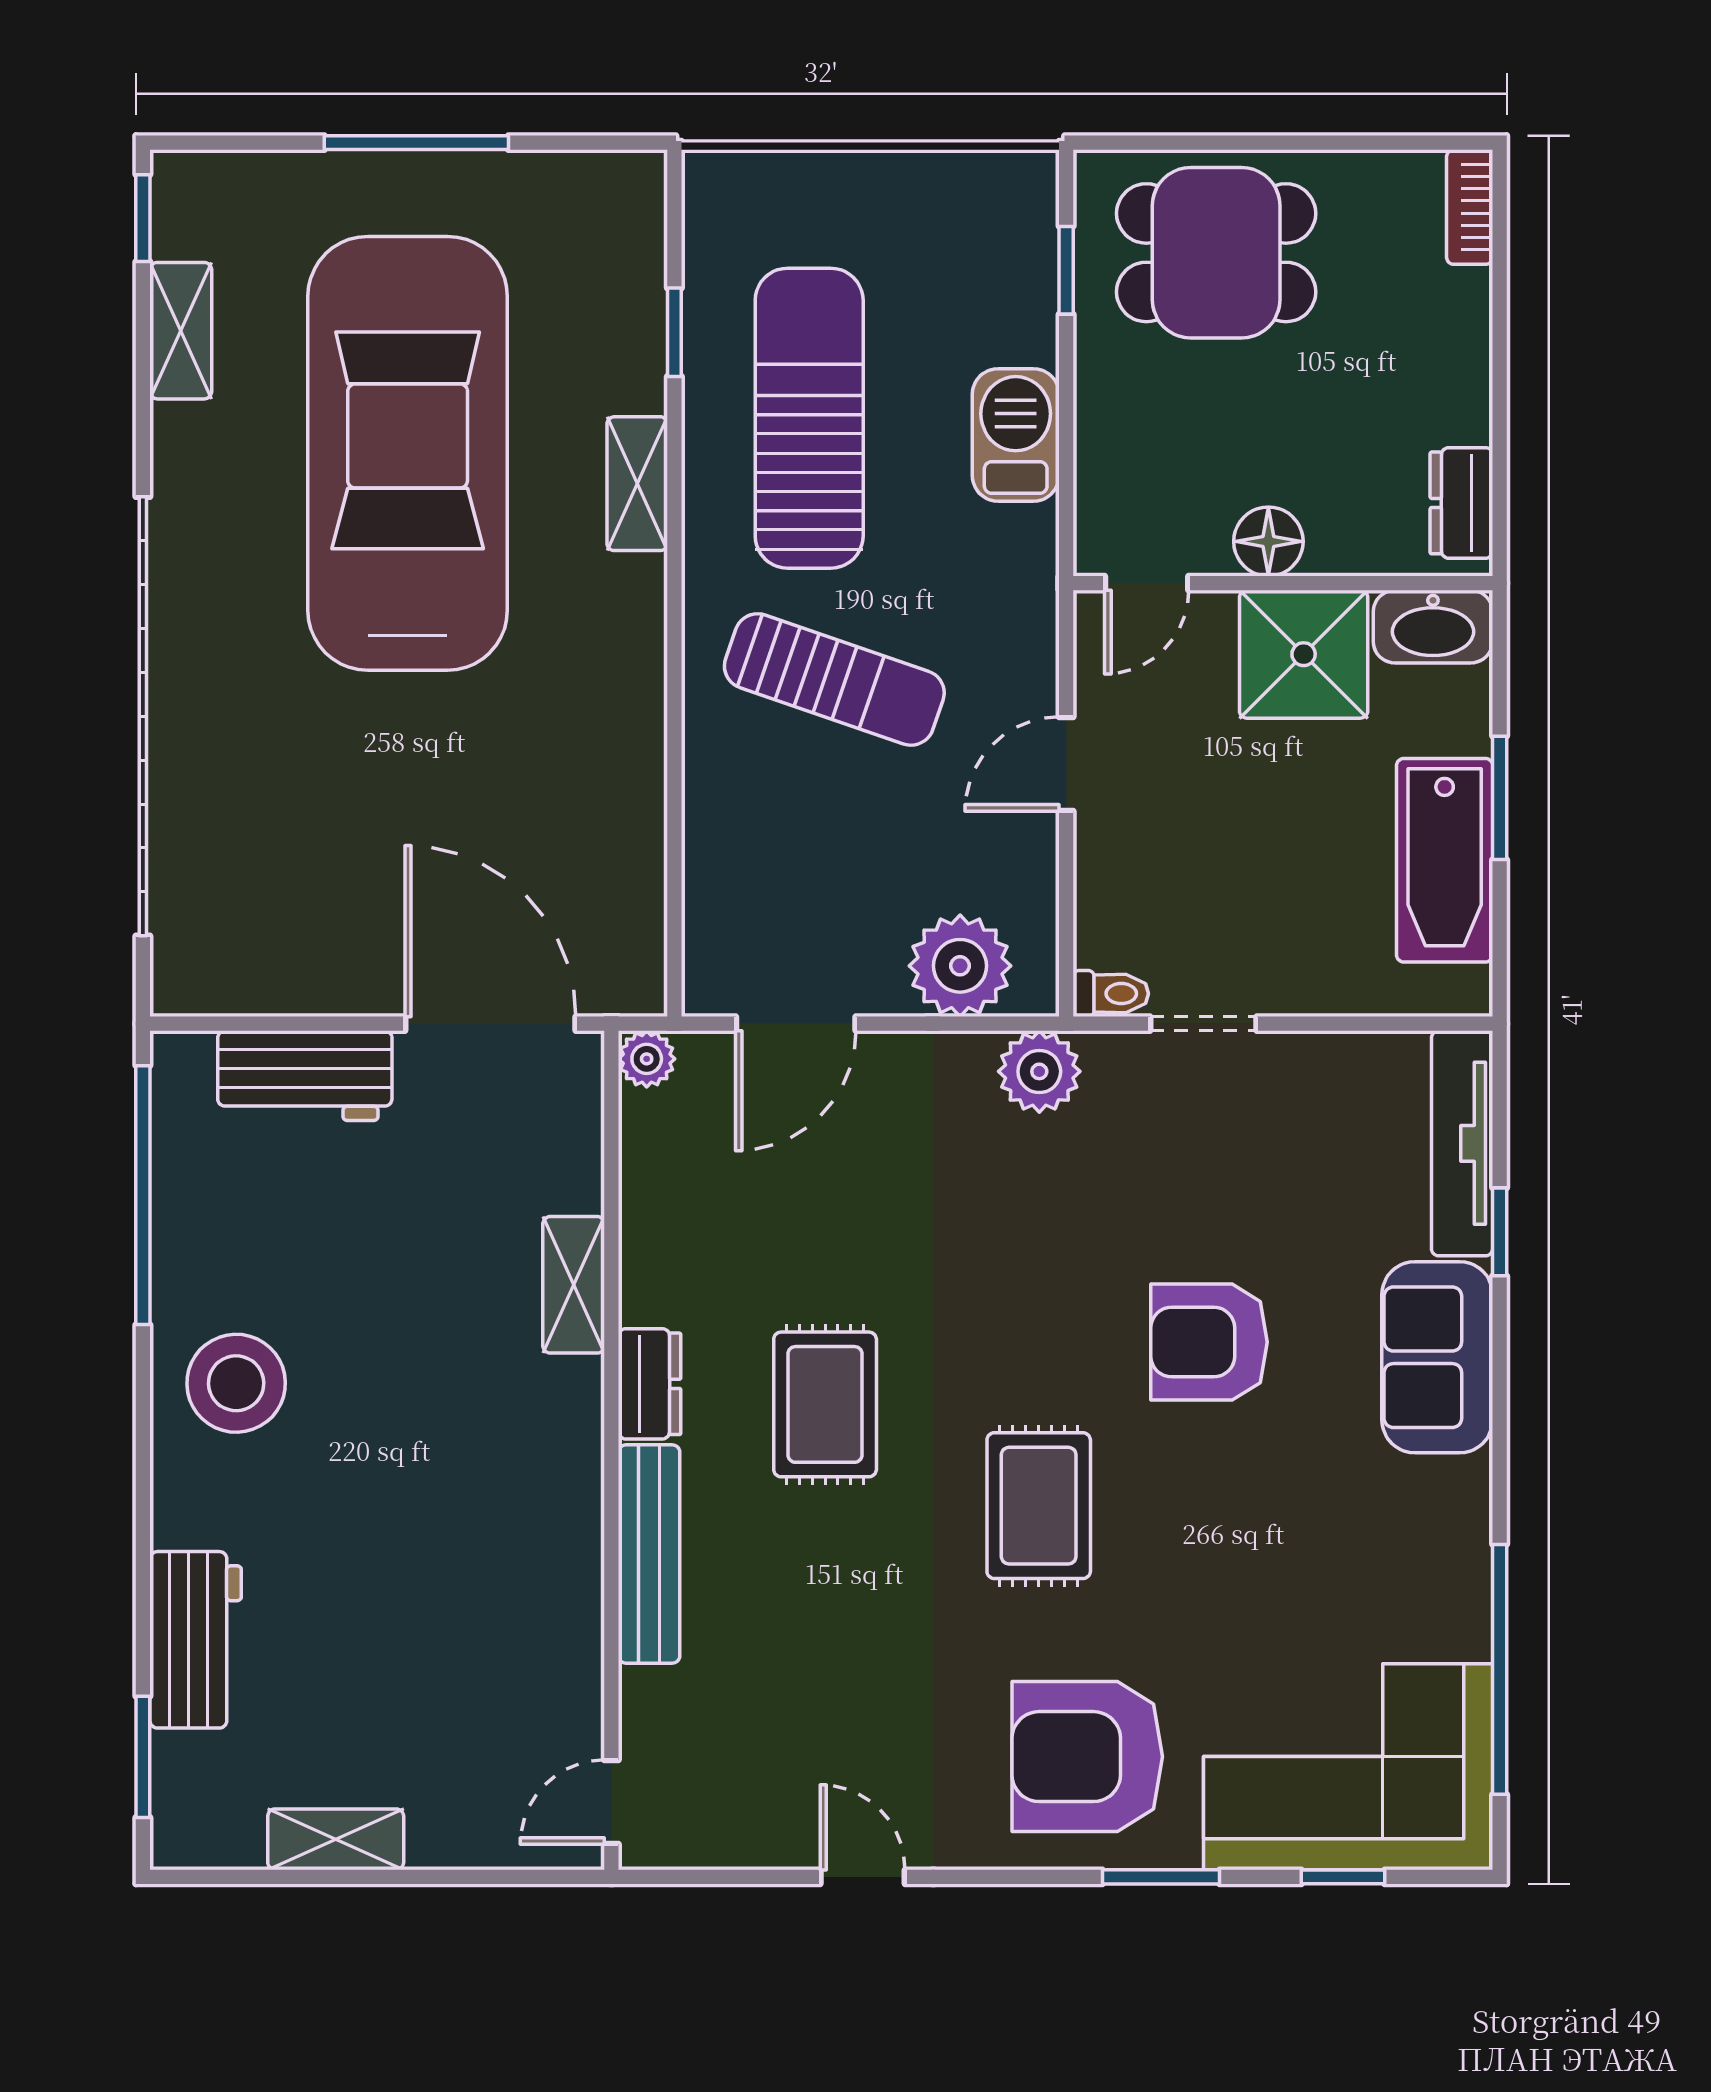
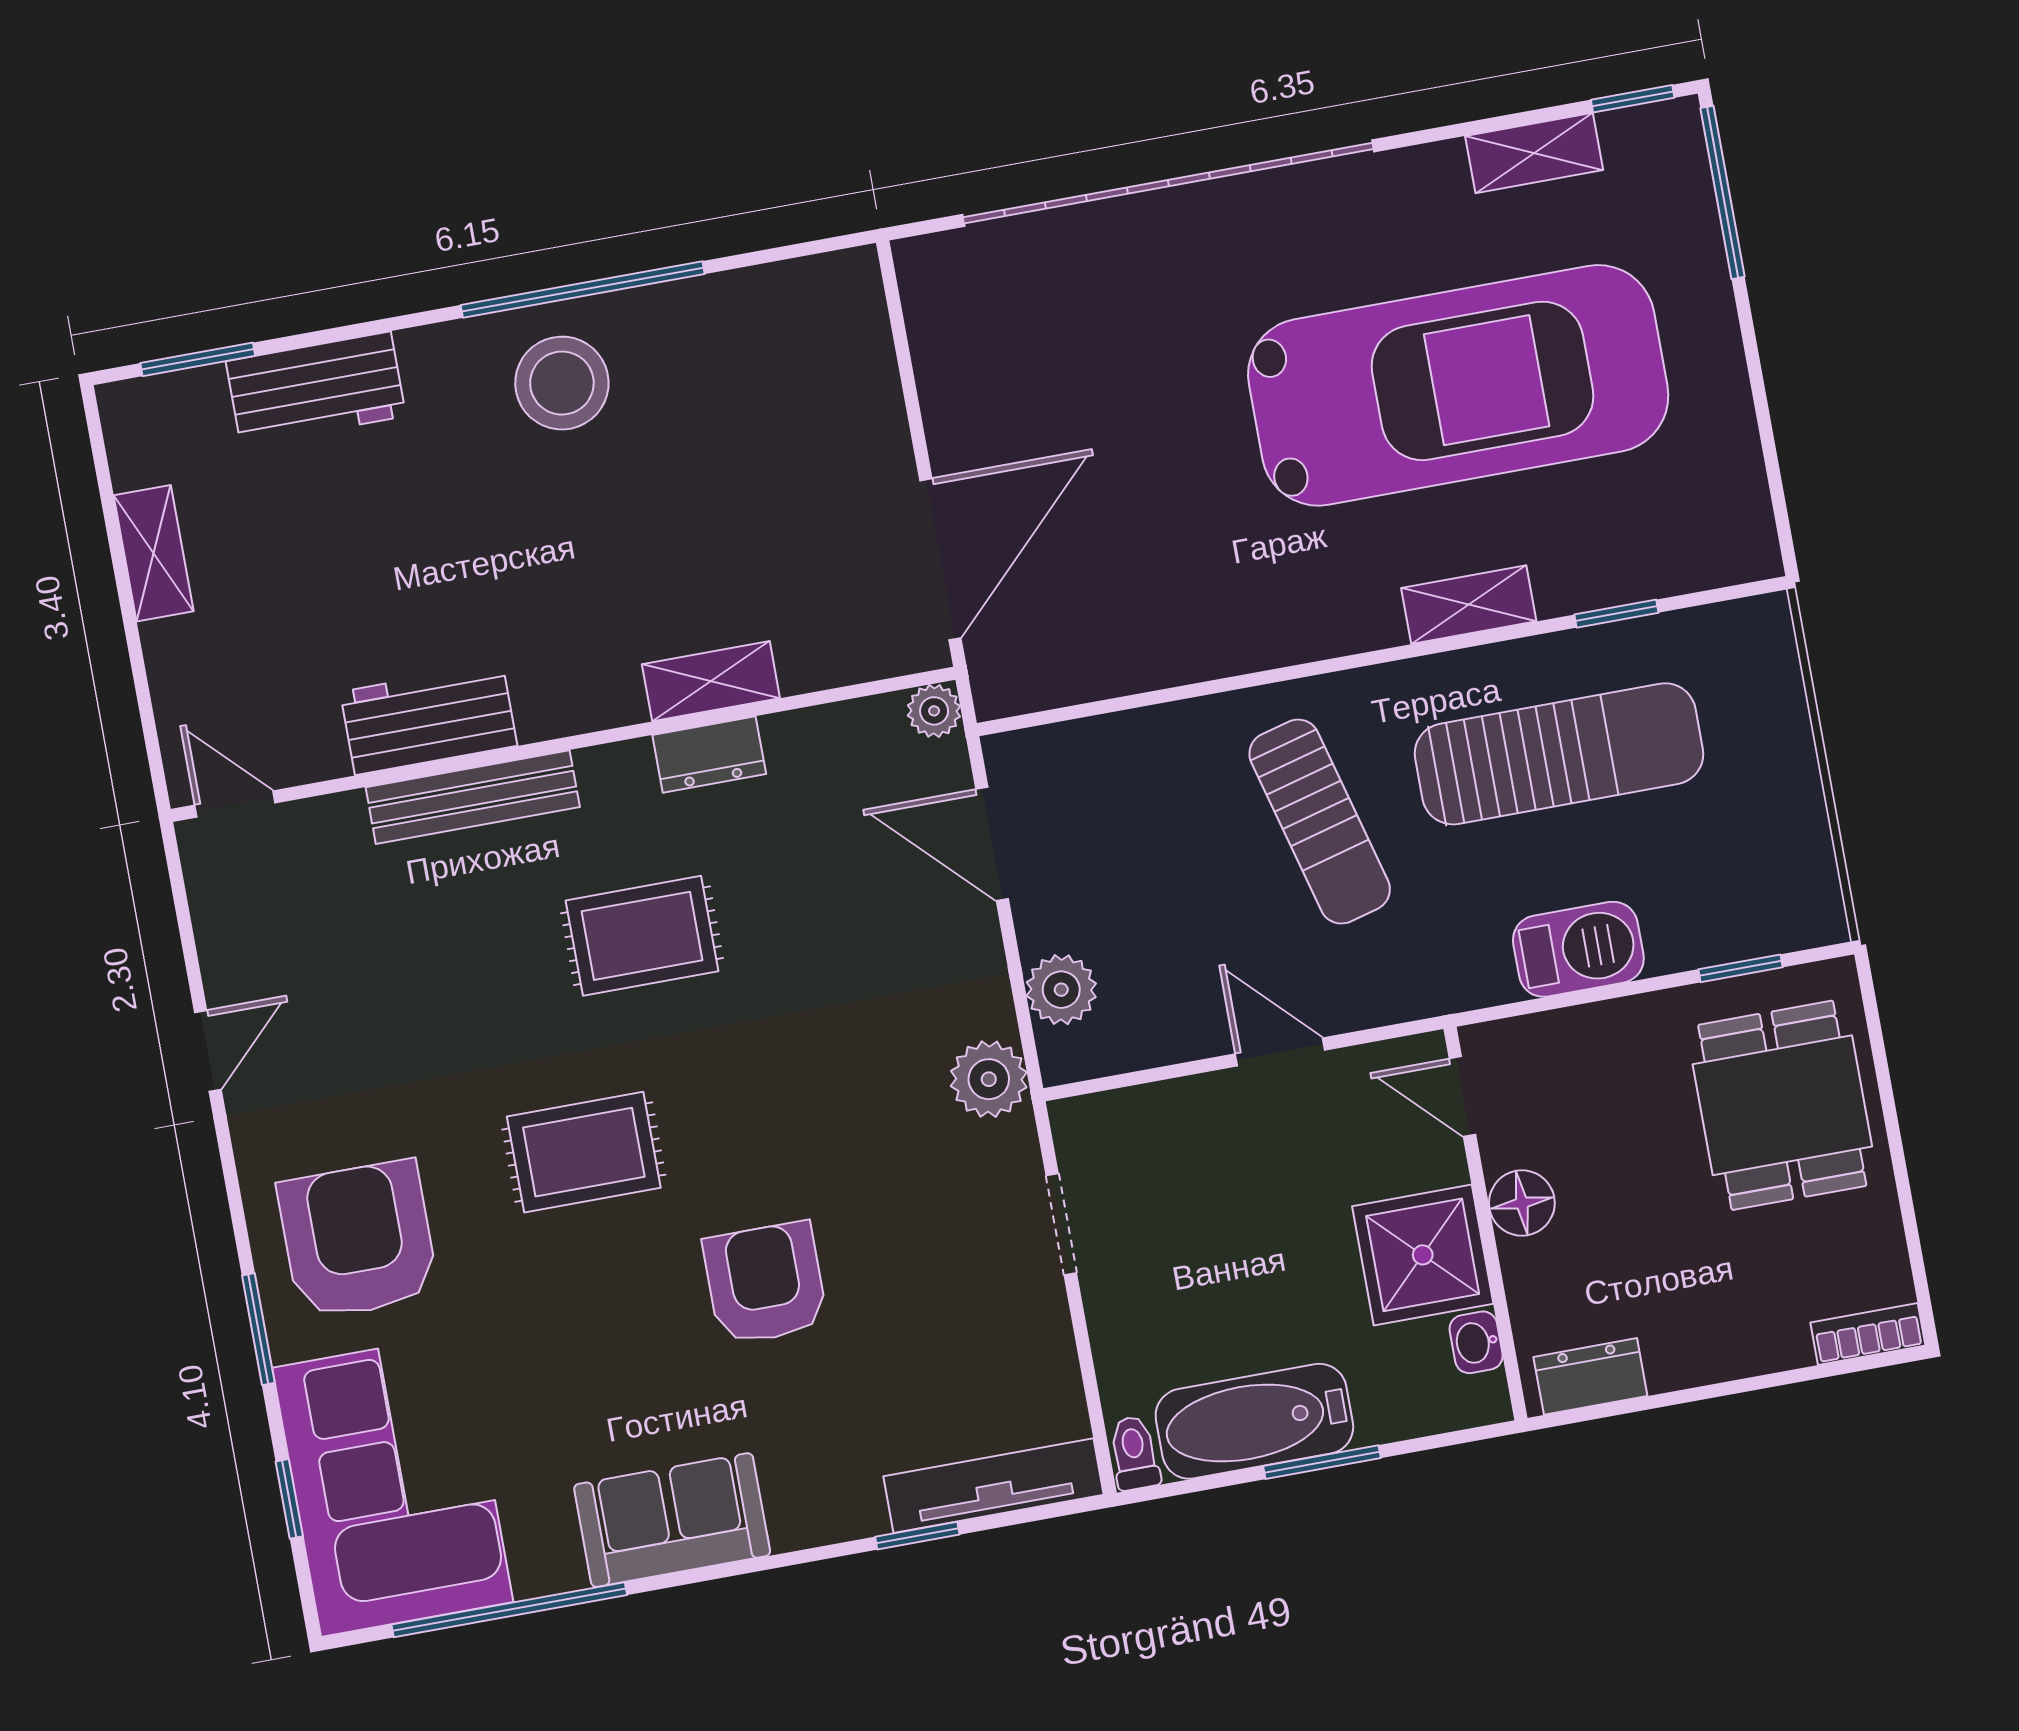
window: (416, 143) -> (1722, 192), moved
washbasin: (1433, 627) -> (1476, 1342), width x0.52, depth x0.69
sun lounger: (834, 679) -> (1320, 822), turned -34
plant: (960, 966) -> (1061, 990), width x0.73, depth x0.73
toilet: (1111, 994) -> (1134, 1453), moved, turned 180
workbench: (305, 1076) -> (429, 719), moved, turned 90
window: (143, 1195) -> (583, 290), moved
sofa: (1437, 1357) -> (672, 1520), moved
dresser: (650, 1384) -> (709, 755), moved

